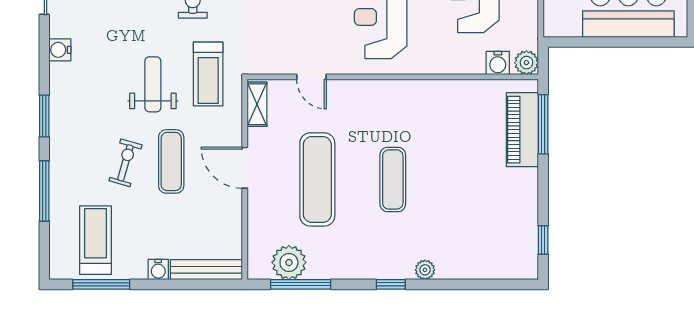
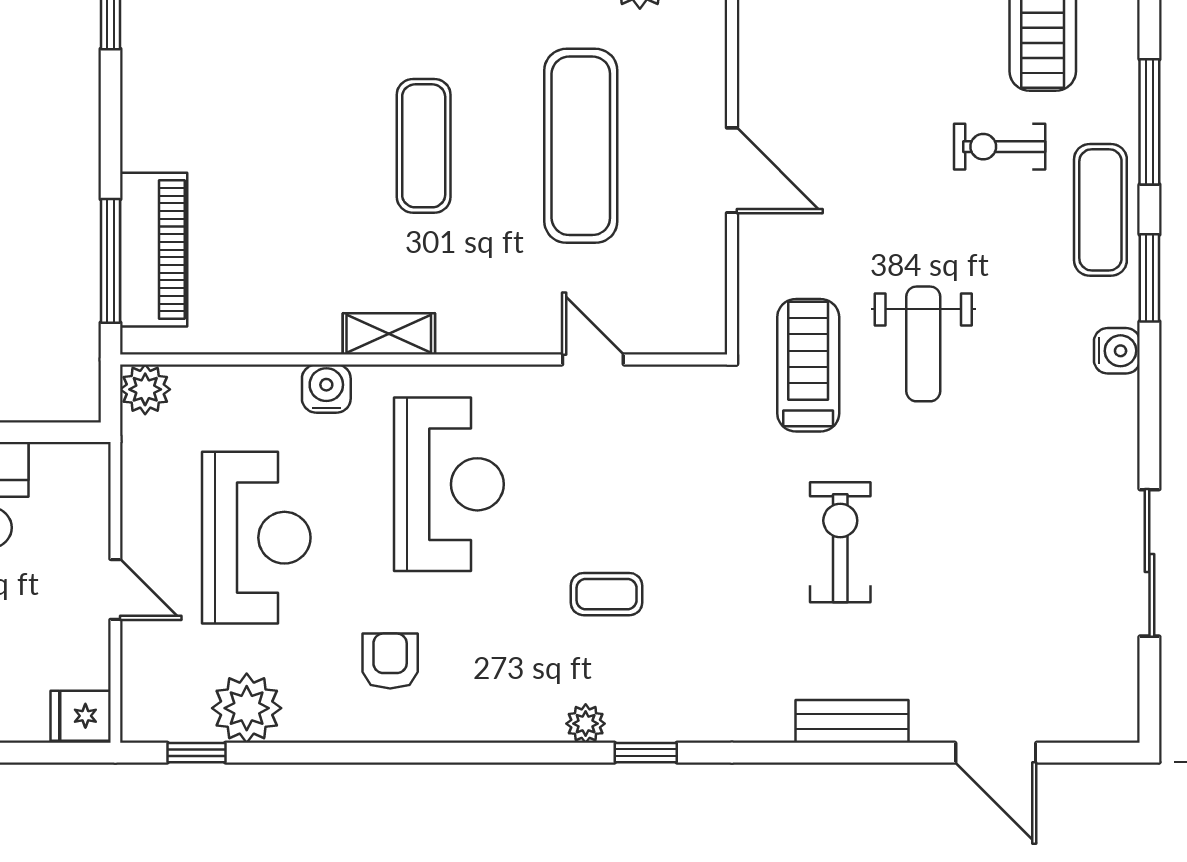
water cooler: (60, 50) -> (1117, 351), moved
water cooler: (498, 63) -> (326, 389), moved
shelving: (257, 104) -> (389, 334), moved, turned 90
exercise mat: (171, 161) -> (1100, 210), moved
exercise bike: (125, 163) -> (1000, 147), moved, turned 74

